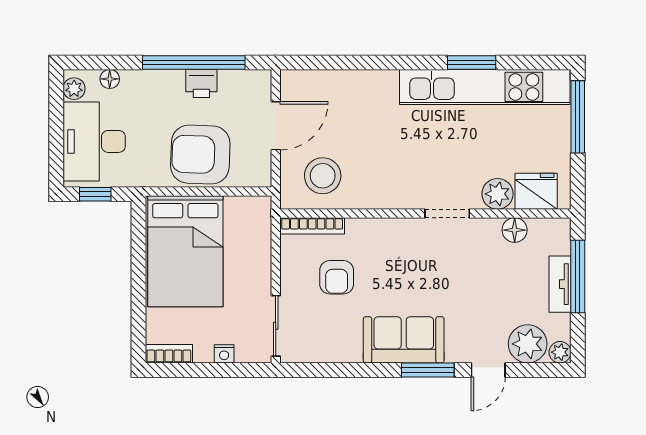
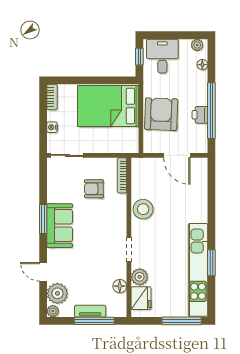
desk: (94, 141) -> (162, 56), width x0.73
stool: (323, 176) -> (143, 209), moved
window: (428, 370) -> (43, 219), moved

